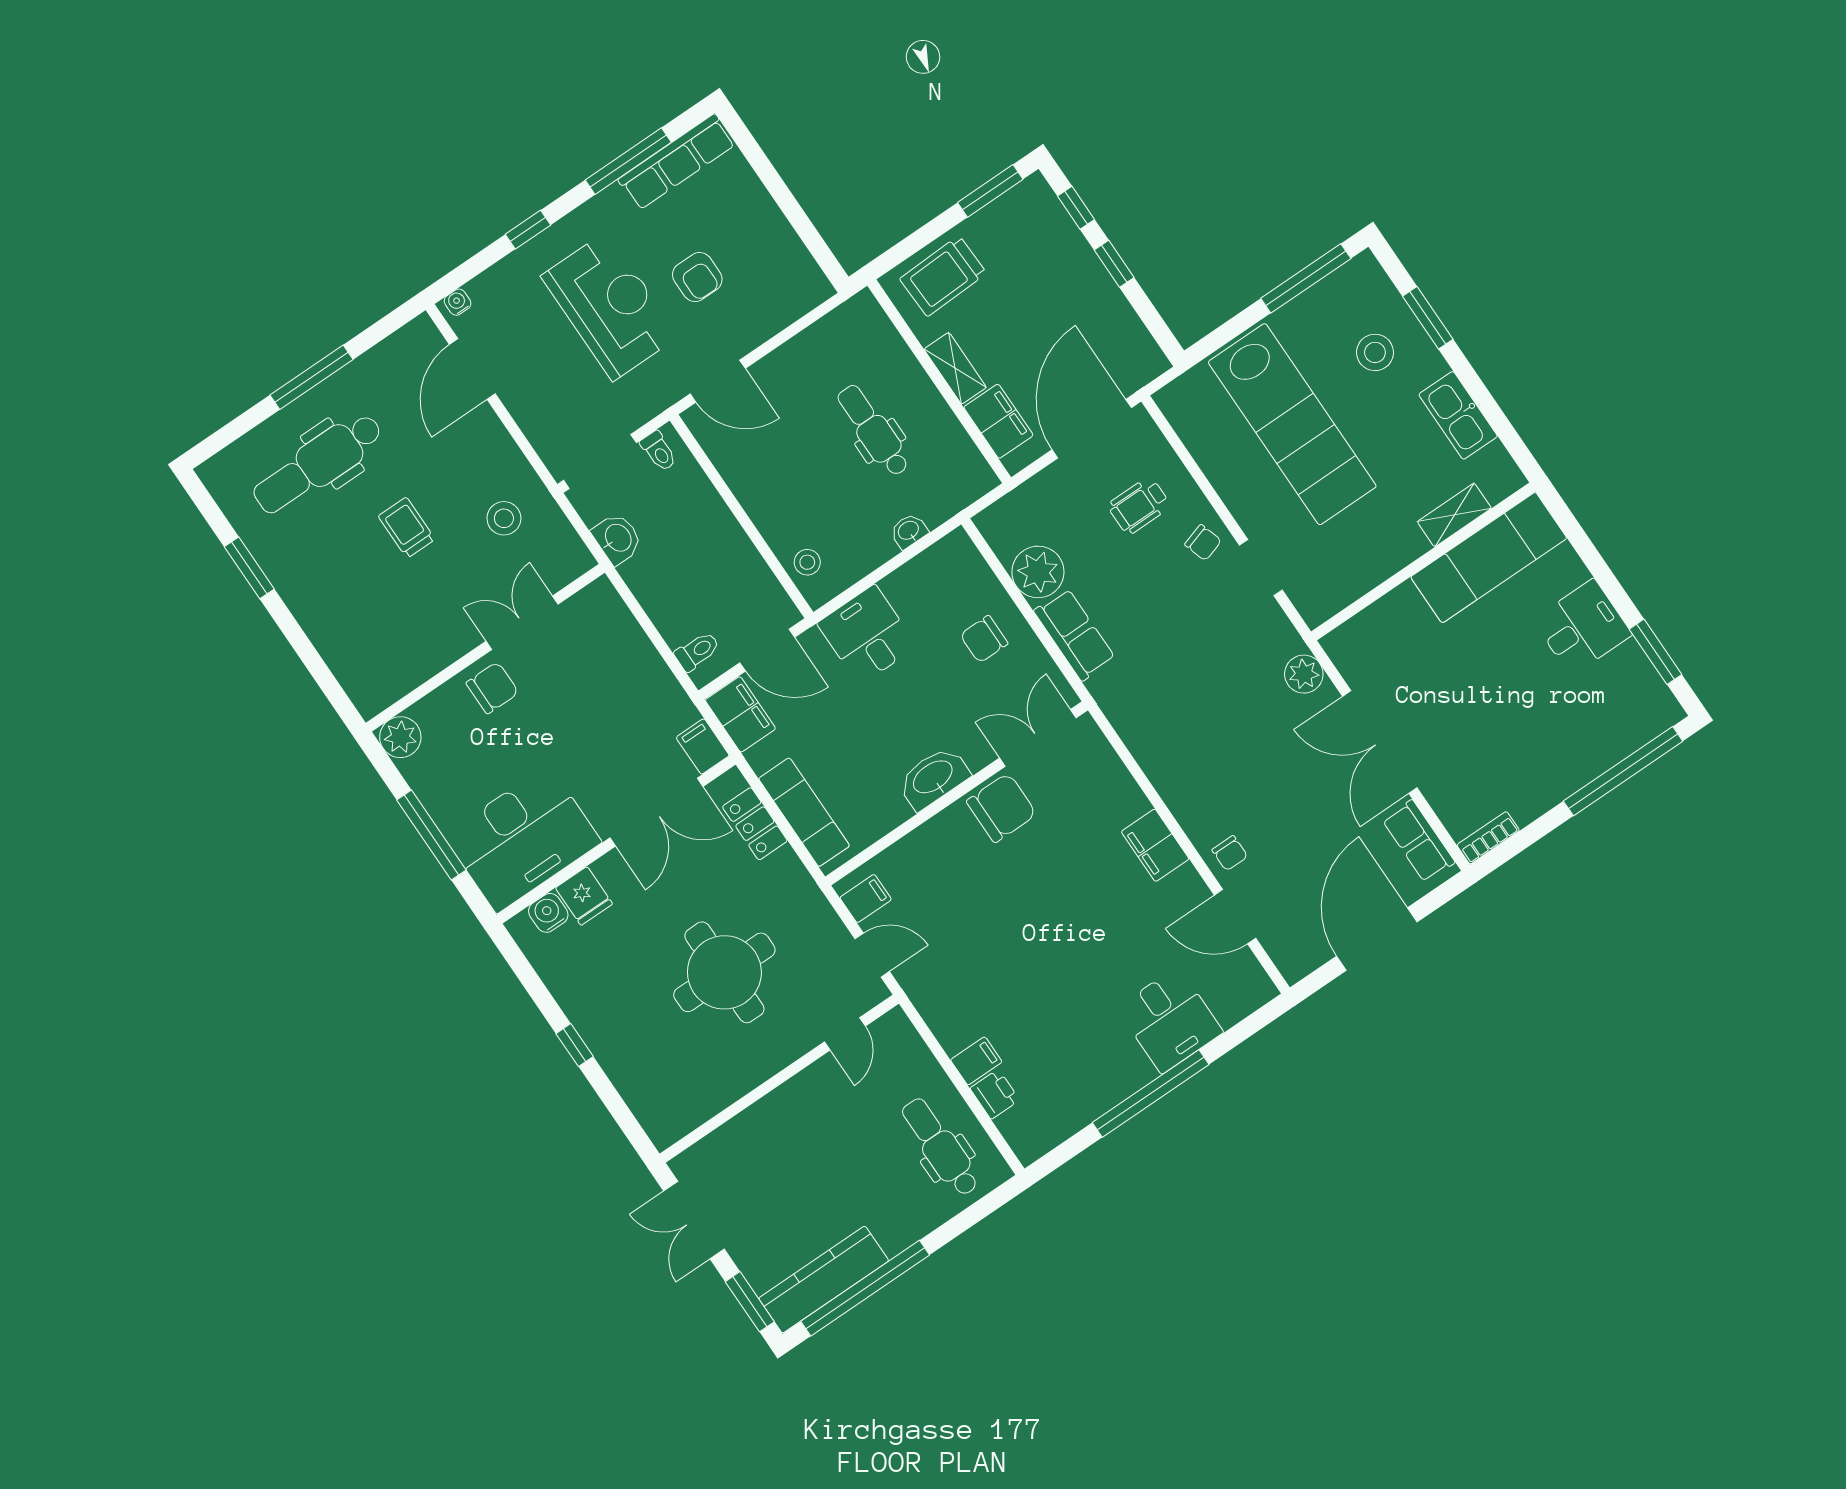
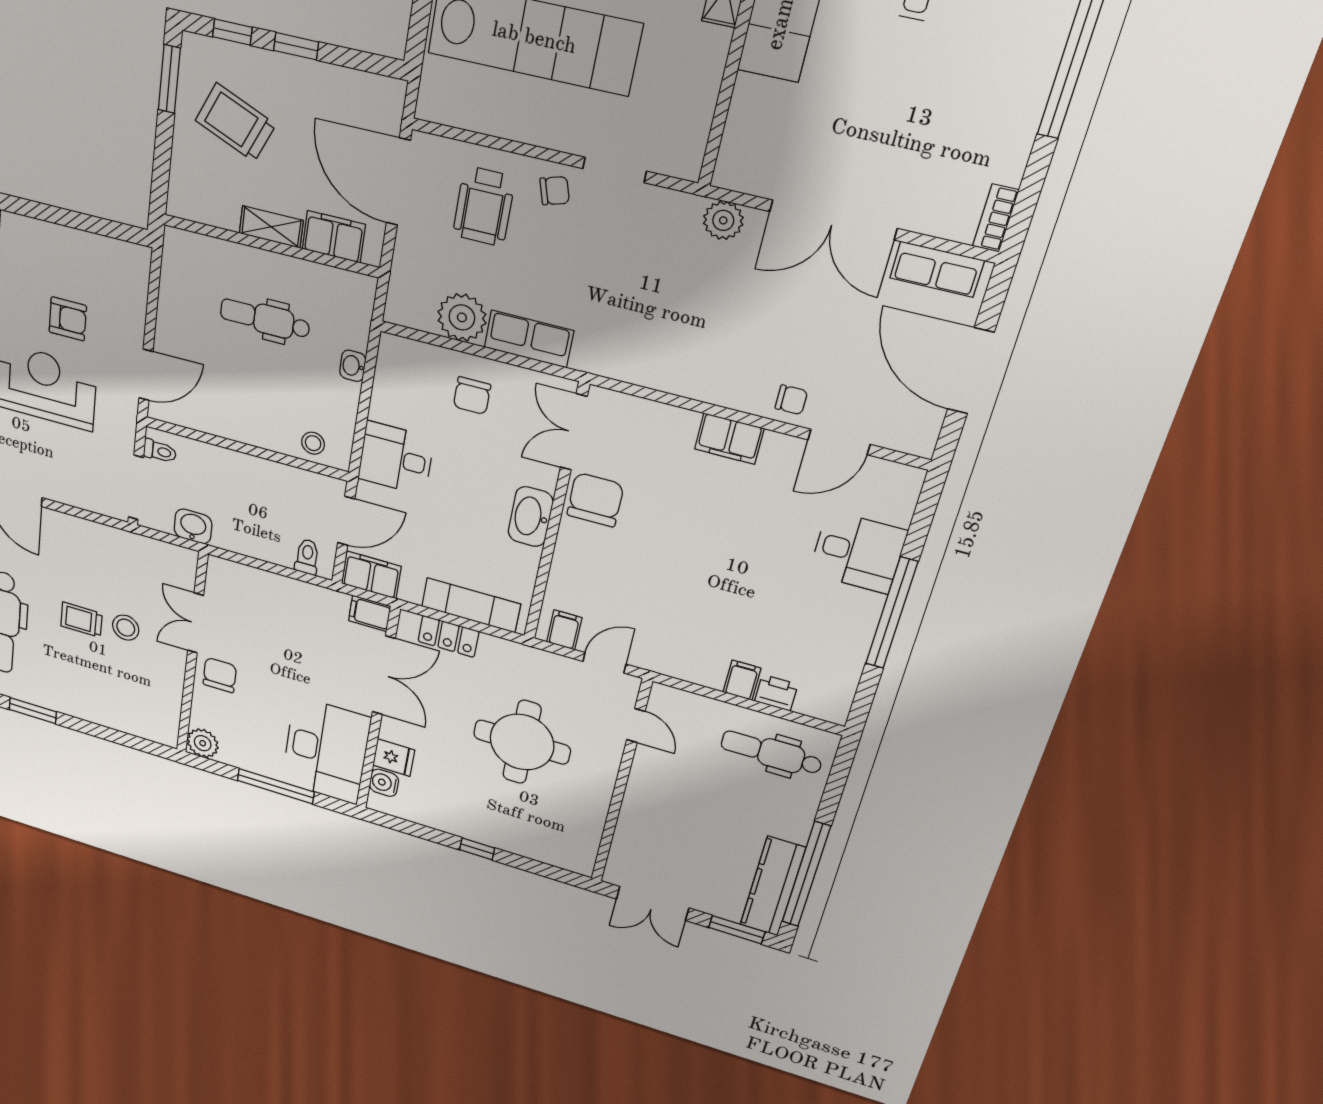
trolley: (943, 276) -> (235, 122), moved, turned 115
wheelchair: (1139, 506) -> (484, 206), width x1.36, depth x1.37
stool: (504, 518) -> (126, 628), moved

